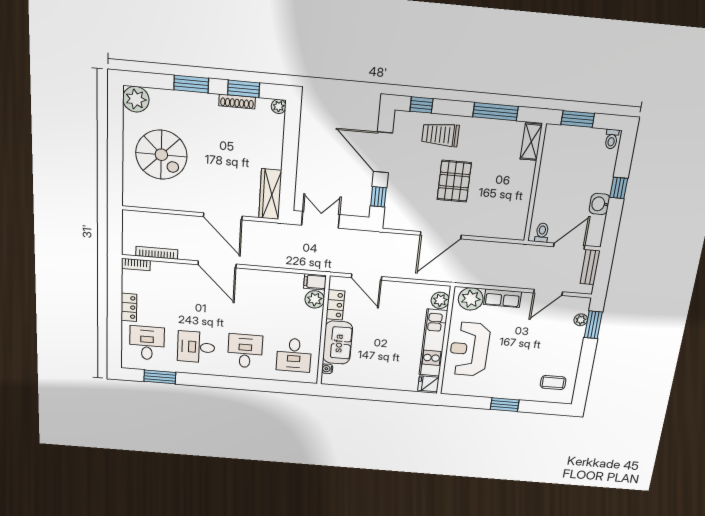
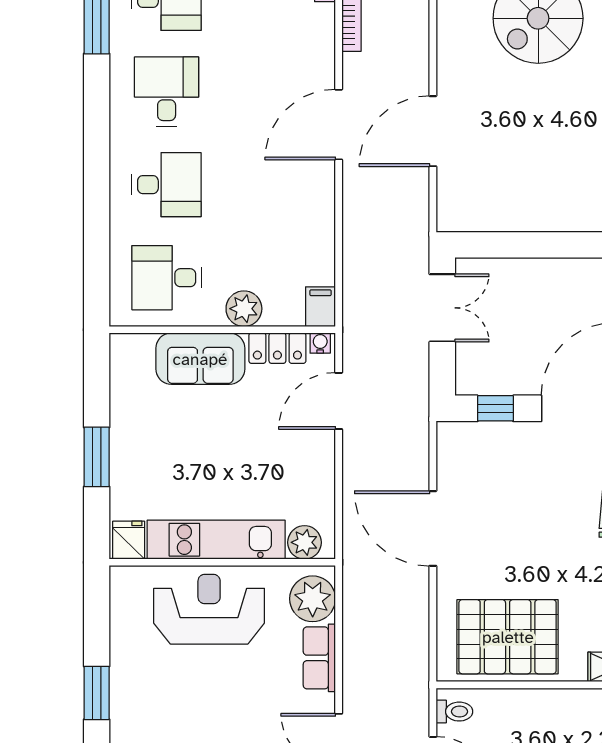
pallet: (454, 181) -> (508, 637), moved, width x1.37, depth x1.41
wardrobe: (270, 194) -> (483, 214), removed
plant: (315, 299) -> (244, 309), moved
water cooler: (327, 369) -> (320, 343), moved
window: (384, 395) -> (97, 457), added

